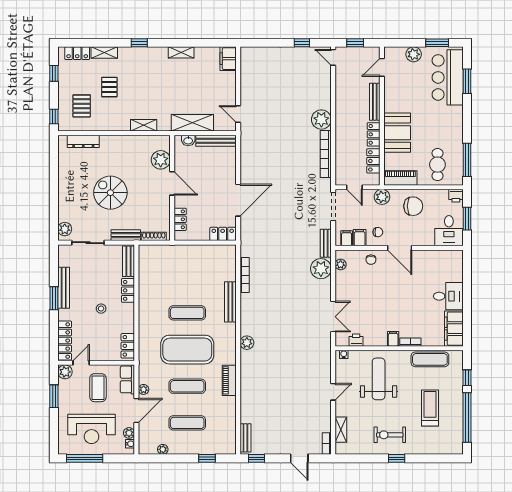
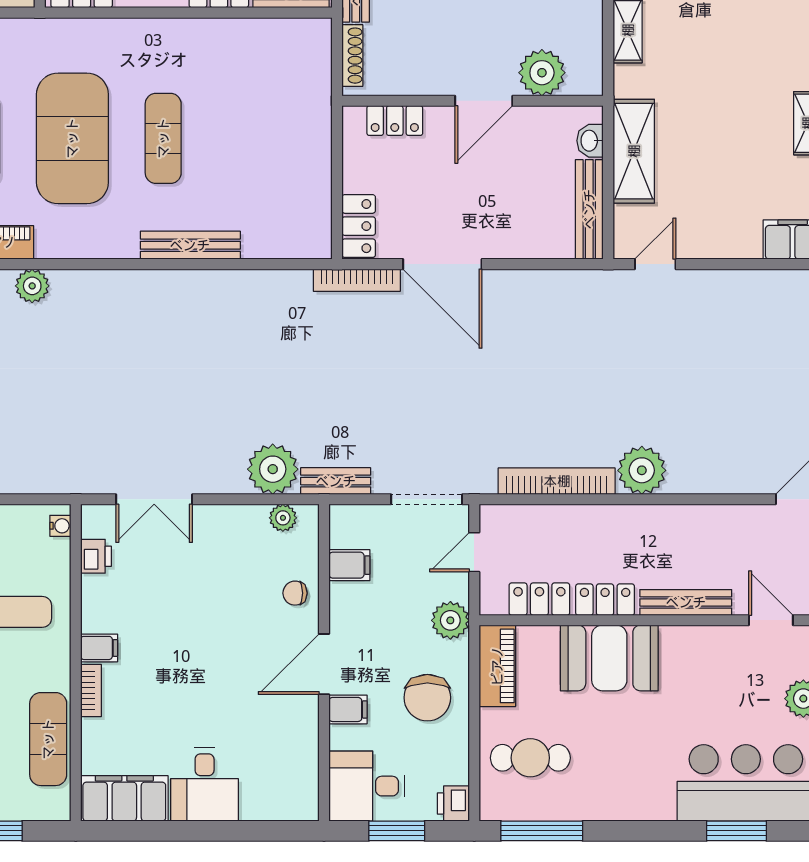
chair: (378, 232) -> (363, 610), removed
filing cabinet: (347, 238) -> (348, 709), moved
bookcase: (245, 275) -> (357, 280), moved
plant: (247, 343) -> (32, 286), moved

